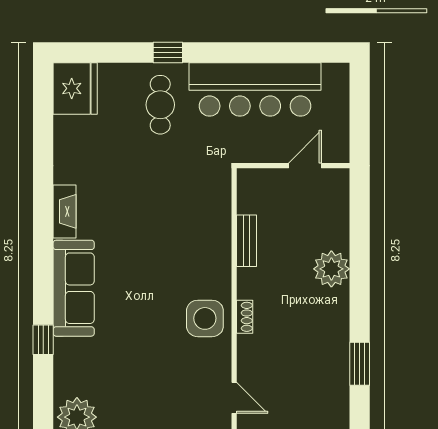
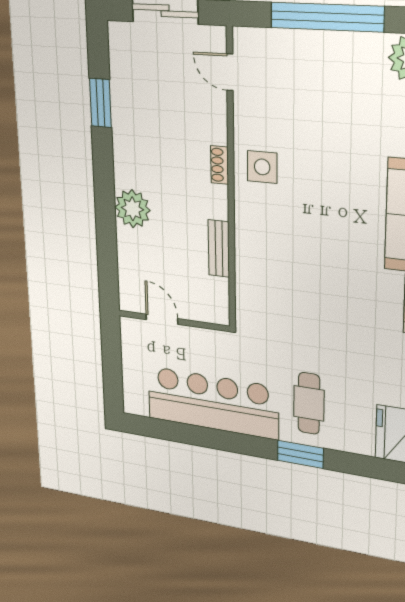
window: (168, 52) -> (300, 454), width x1.50
door: (305, 166) -> (162, 319), swing flipped
side table: (205, 318) -> (262, 167), width x0.73, depth x0.73

